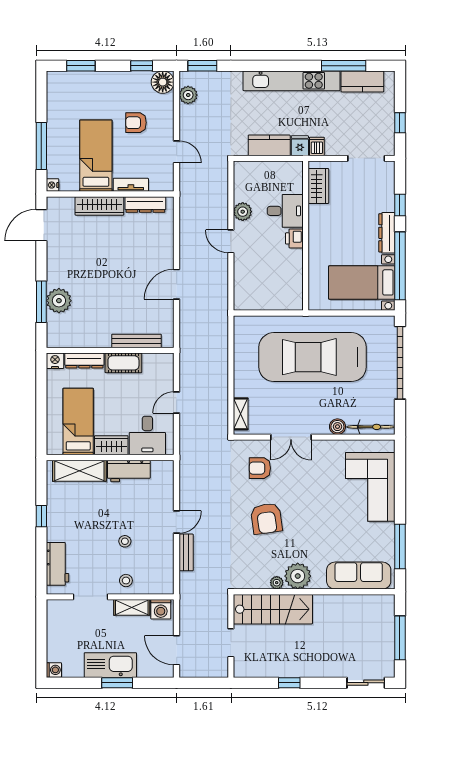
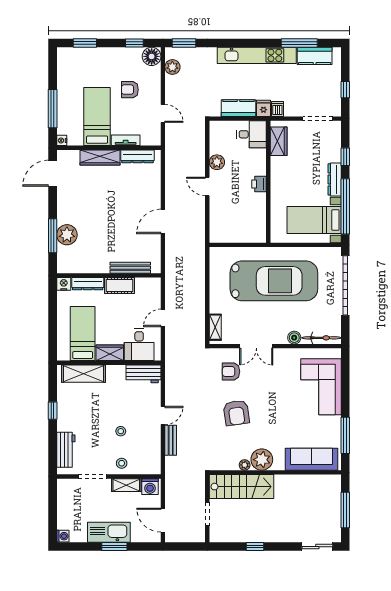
desk: (285, 211) -> (252, 134), moved
car: (313, 357) -> (274, 281), turned 180
workbench: (129, 471) -> (143, 374), moved

